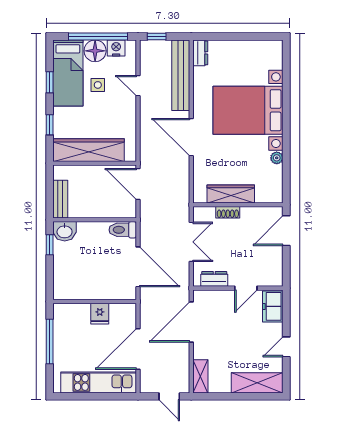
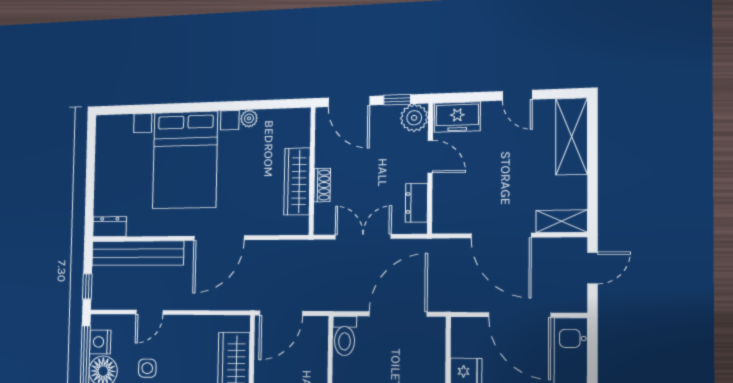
window: (286, 265) -> (397, 100), added
plant: (273, 277) -> (414, 118), added
door: (191, 322) -> (501, 236), moved

